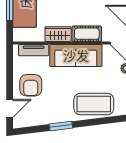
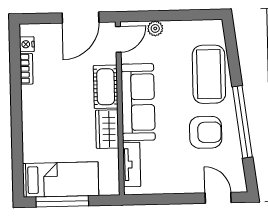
armchair: (31, 85) -> (206, 132), moved
window: (61, 126) -> (242, 122), width x2.11

